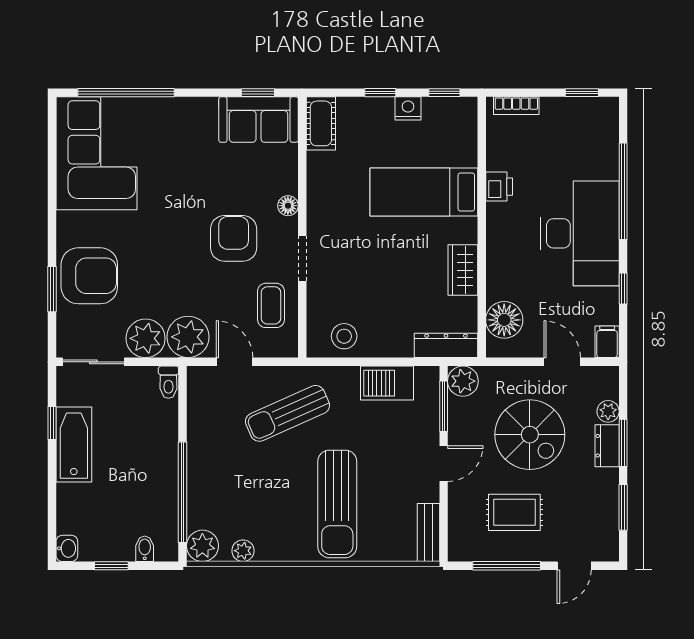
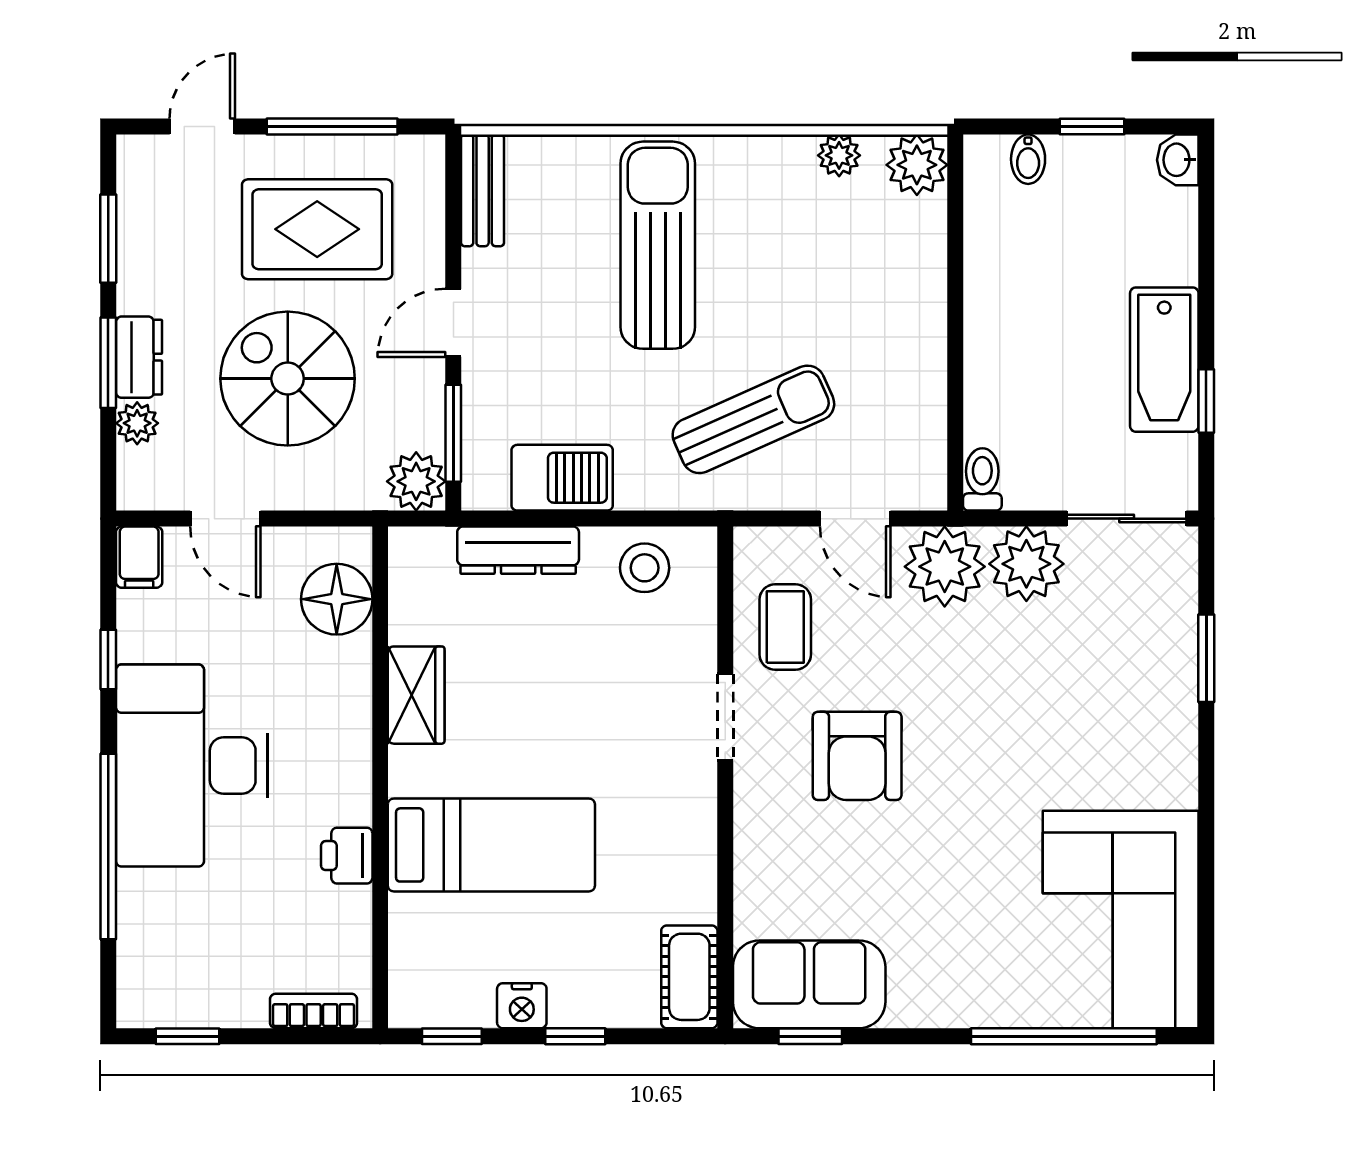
floor lamp: (288, 206) -> (753, 819), removed
armchair: (89, 276) -> (1134, 684), removed
dresser: (446, 345) -> (518, 550), moved
window: (183, 492) -> (955, 268), removed
rug: (514, 512) -> (317, 229), width x1.36, depth x1.43

